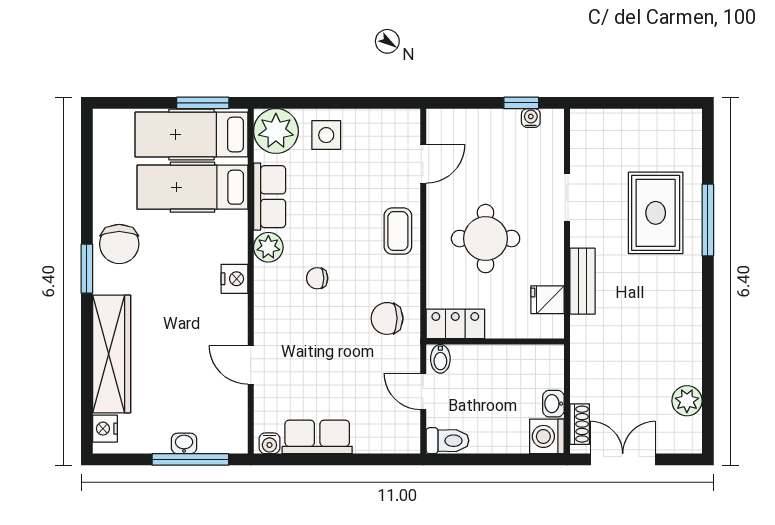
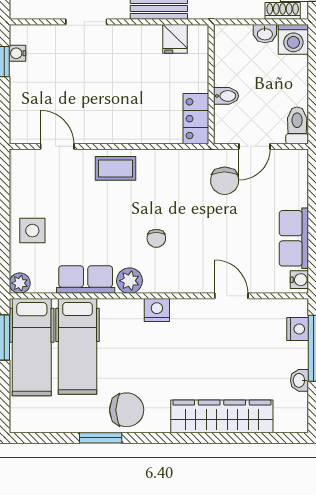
plant: (276, 131) -> (20, 283), width x0.53, depth x0.53
round table: (486, 239) -> (122, 92), removed
window: (87, 269) -> (101, 438), moved
chair: (387, 318) -> (225, 181), moved
bidet: (440, 359) -> (226, 96), moved
door: (251, 365) -> (231, 296), swing flipped
nightstand: (105, 429) -> (298, 329), moved, turned -90
washbasin: (184, 443) -> (299, 380), moved

